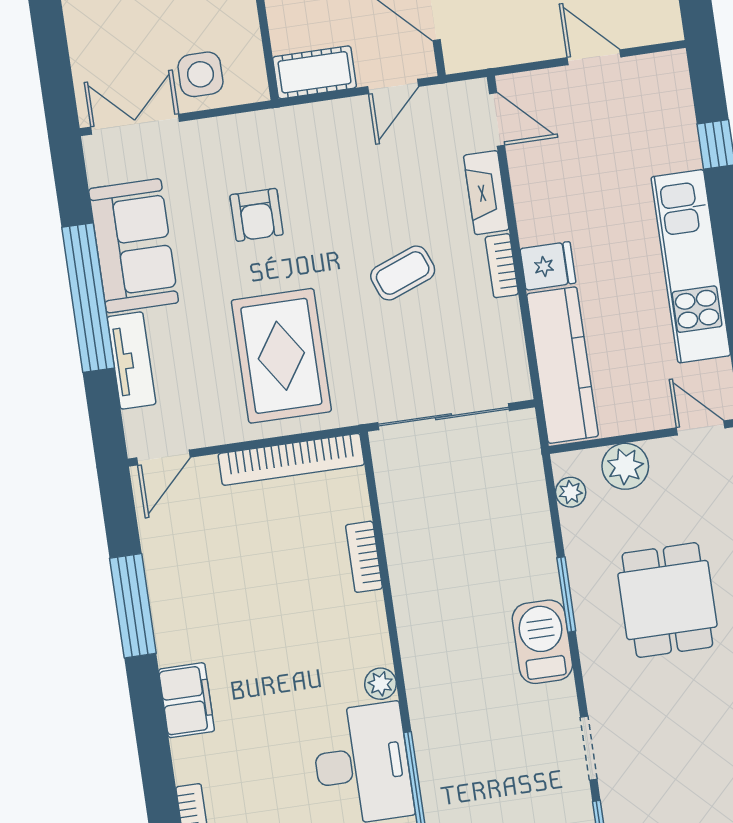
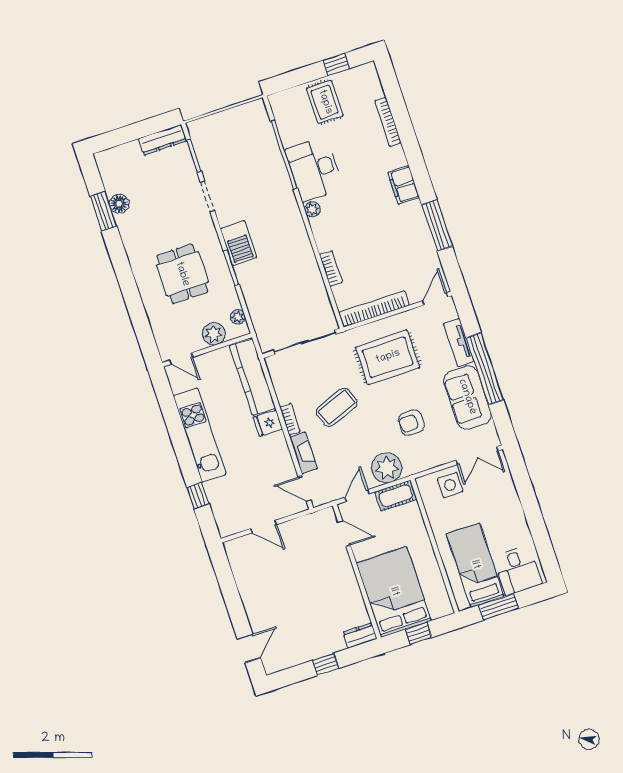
plant: (323, 132) -> (387, 468), added
armchair: (256, 215) -> (411, 423), turned -90
coffee table: (403, 273) -> (337, 407), width x1.36, depth x1.30
rug: (281, 356) -> (388, 357), turned 90

